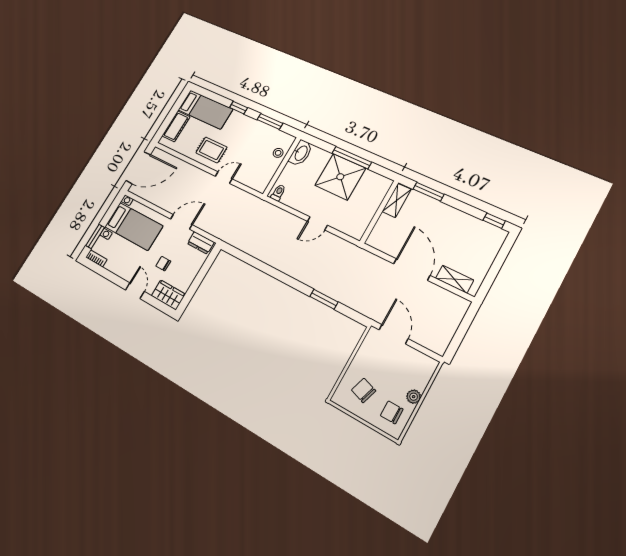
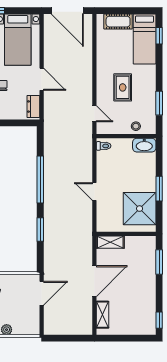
window: (239, 108) -> (159, 36), moved
rug: (211, 150) -> (123, 87), moved
window: (352, 158) -> (159, 189), width x0.69
shower: (340, 177) -> (140, 209), moved
door: (224, 178) -> (94, 114), moved
shelving: (397, 200) -> (110, 242), moved
window: (273, 272) -> (40, 180), added

